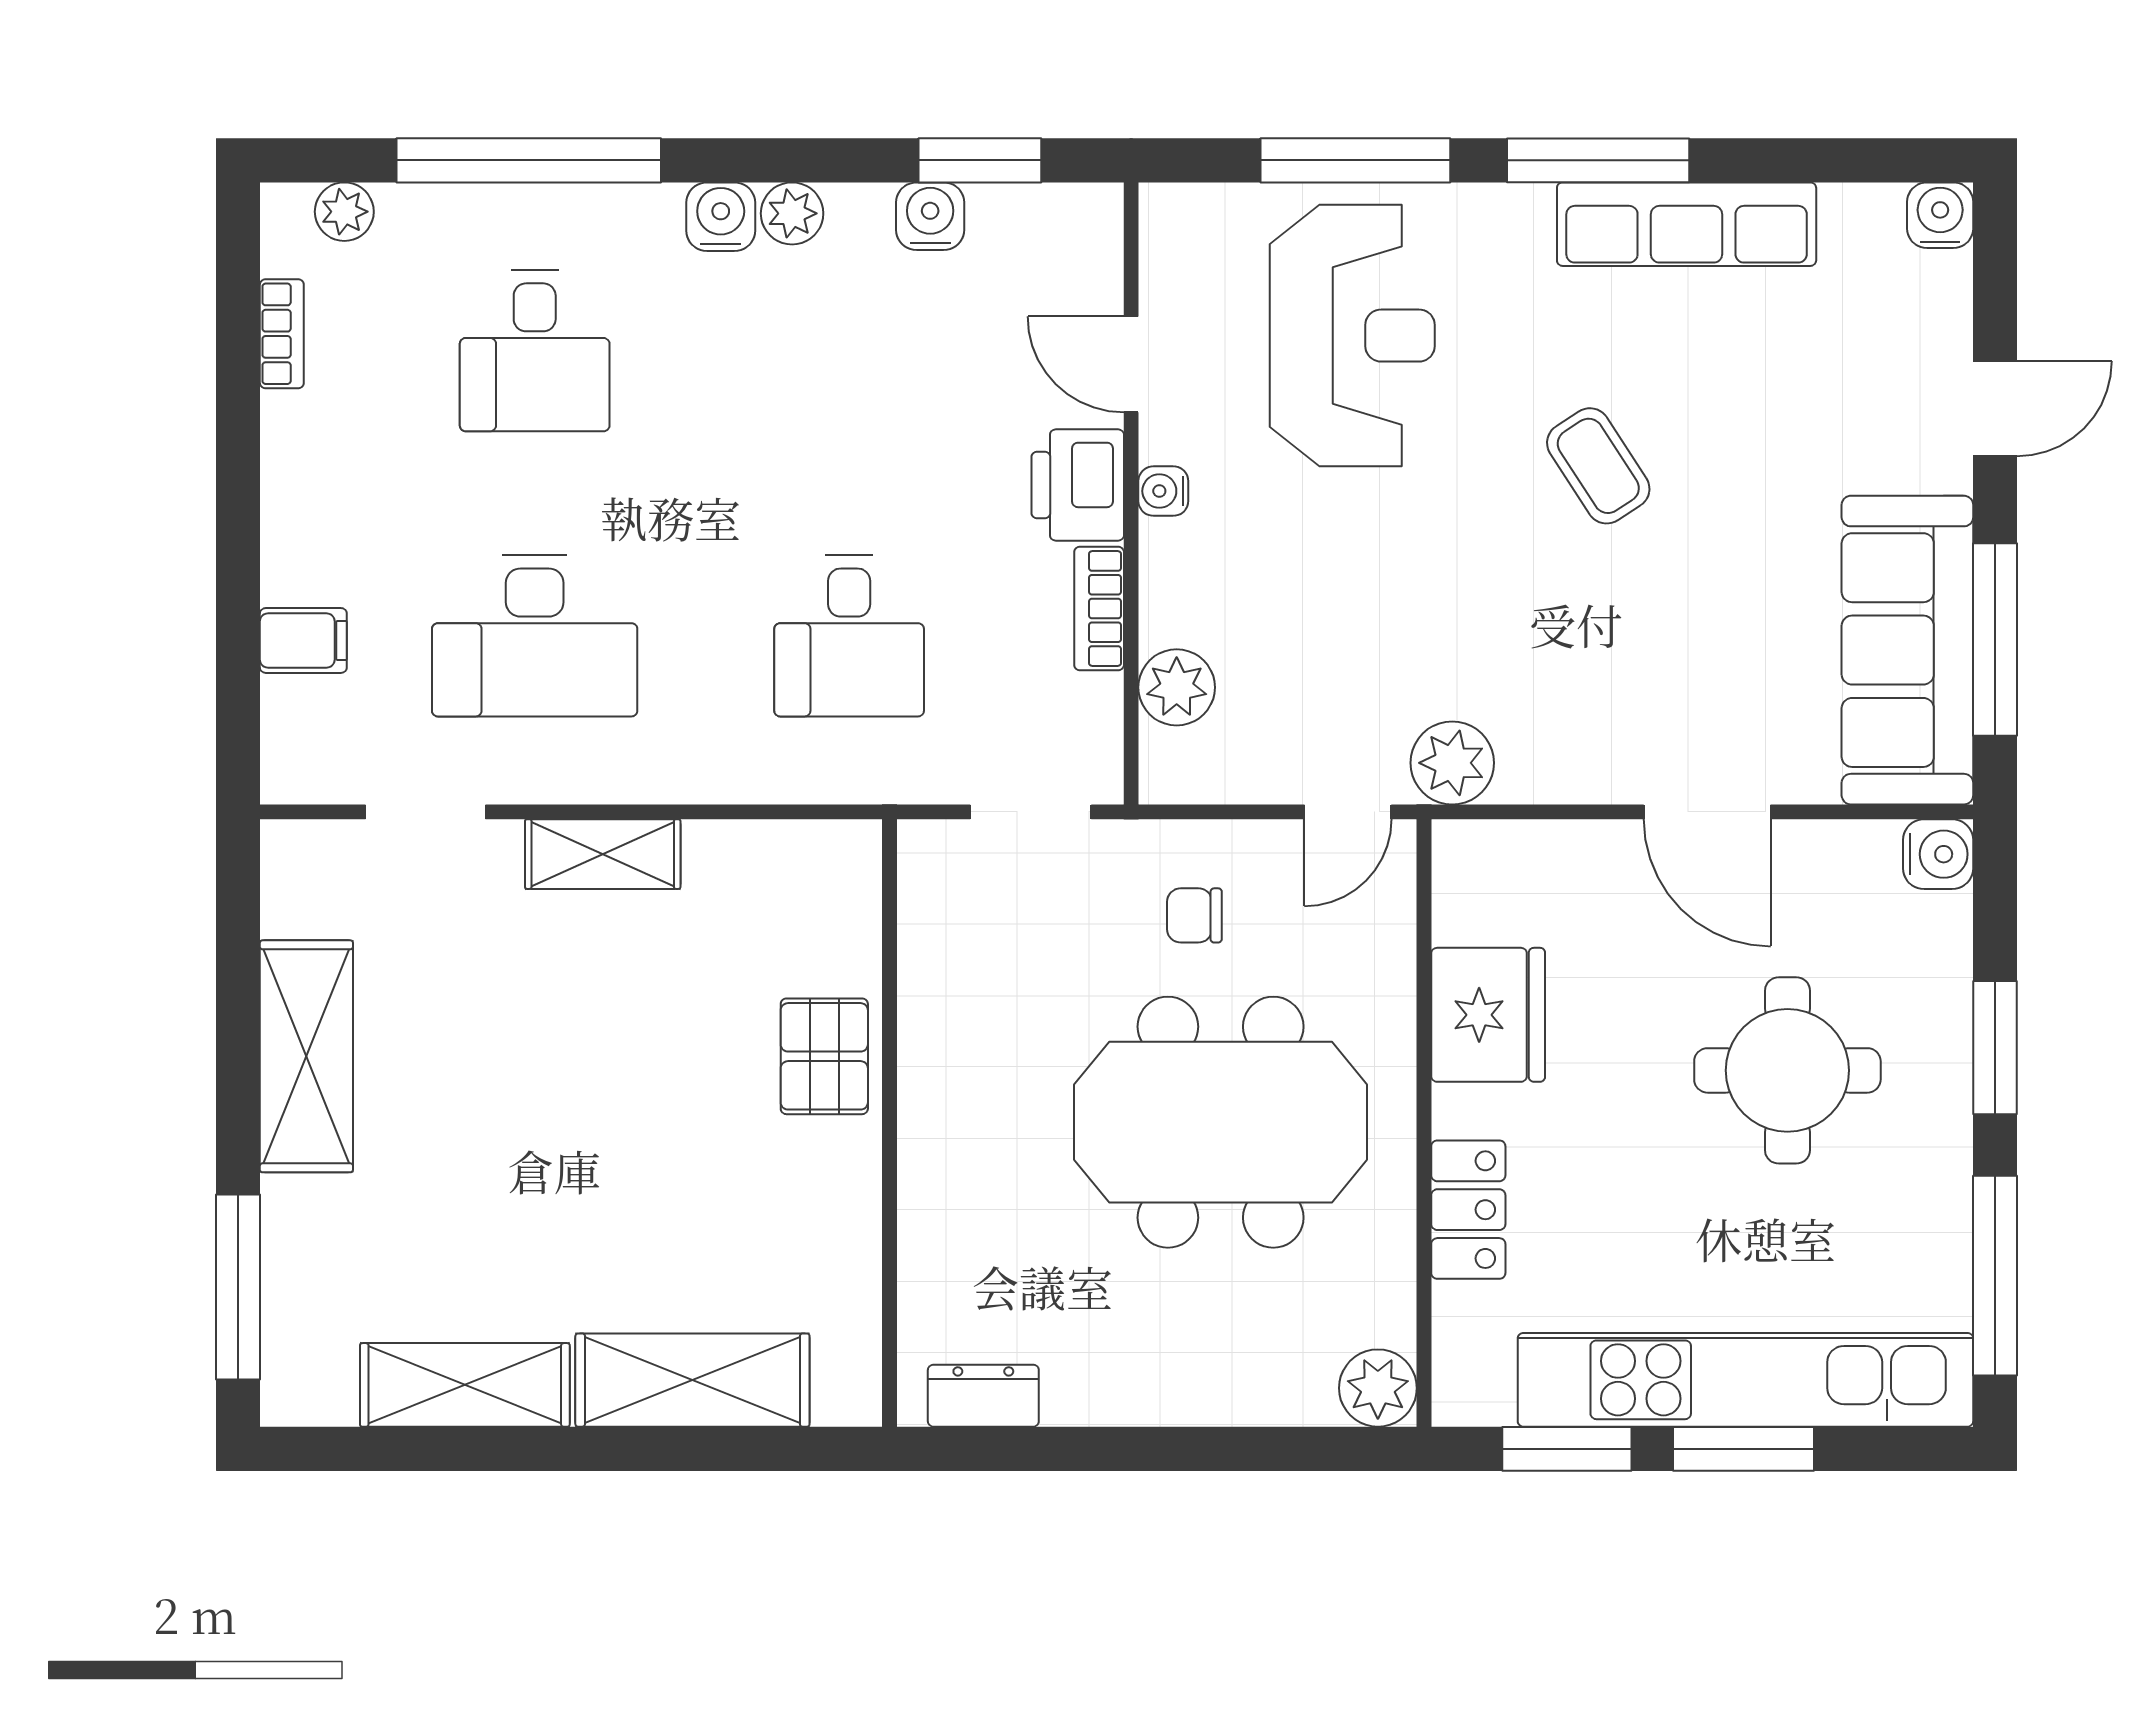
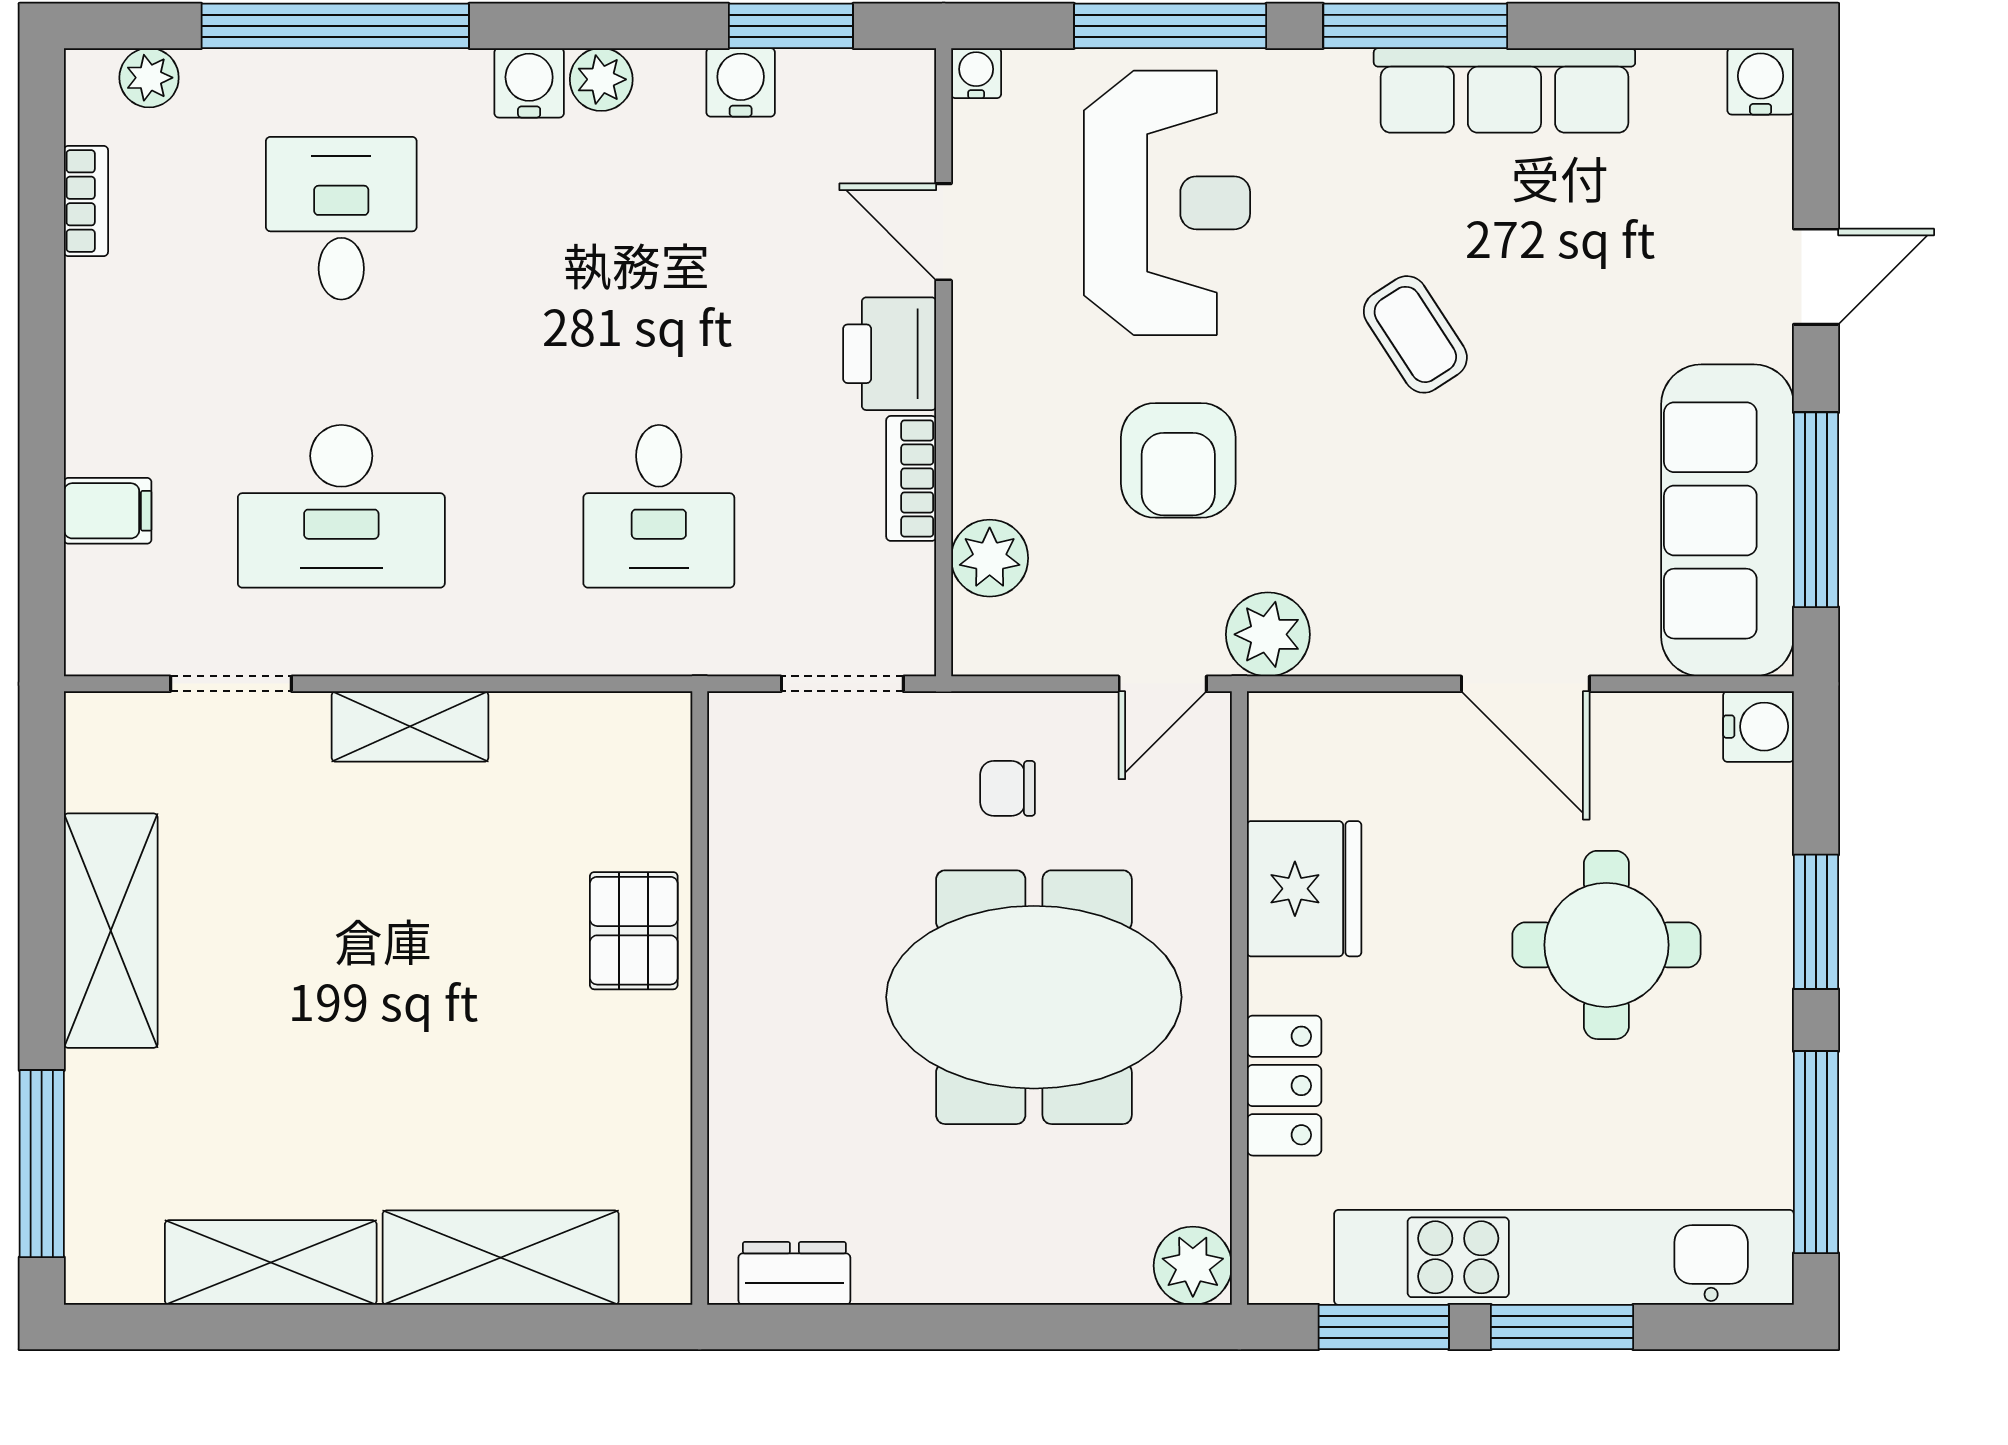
desk: (535, 351) -> (341, 218), turned 180
water cooler: (1163, 491) -> (976, 73), moved, turned 90
armchair: (1363, 591) -> (1178, 460), added

